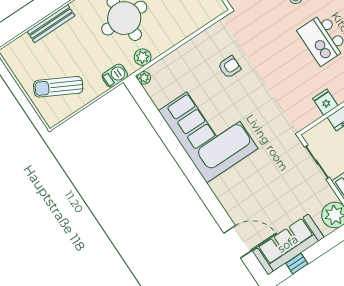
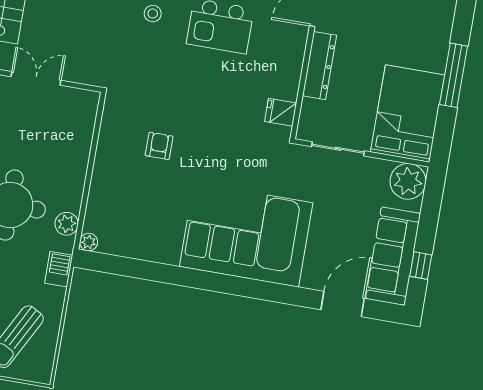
fridge: (325, 102) -> (281, 112), moved
corner sofa: (208, 130) -> (246, 235), moved

